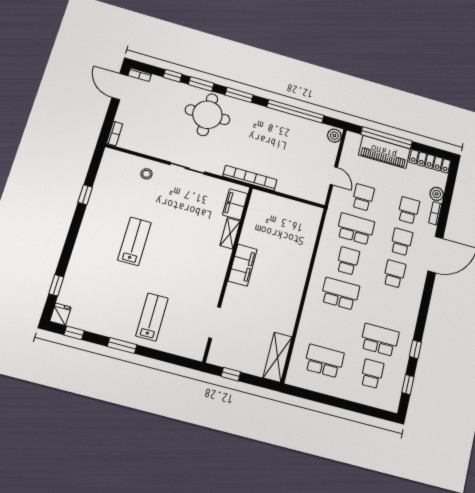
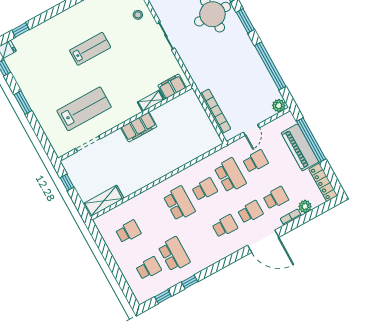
bookcase: (250, 178) -> (215, 111), moved
lab bench: (152, 317) -> (84, 109), moved, width x1.36, depth x1.39
school desk: (324, 361) -> (128, 232), width x0.54

